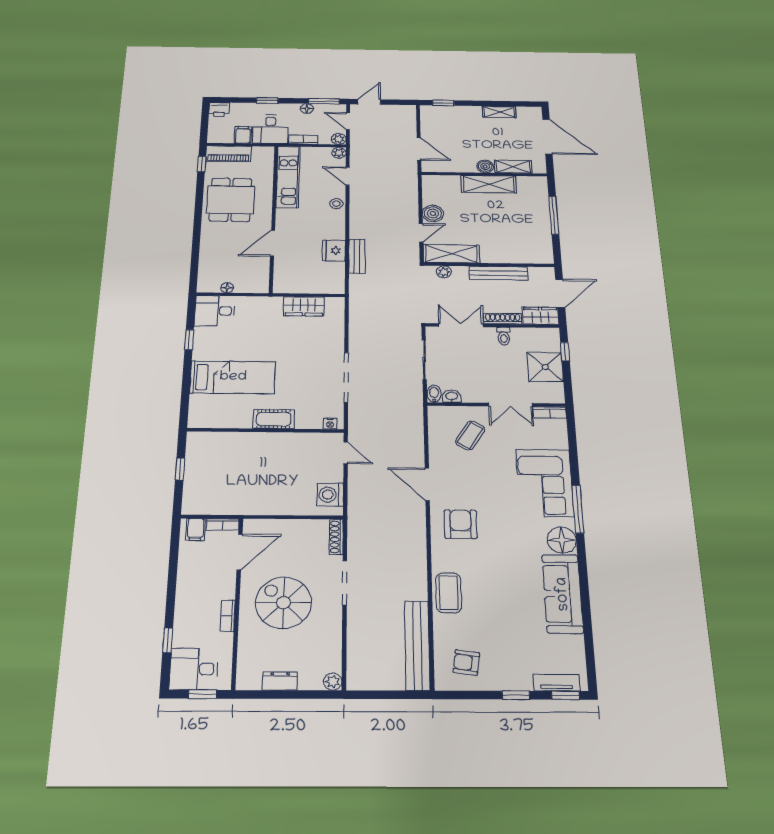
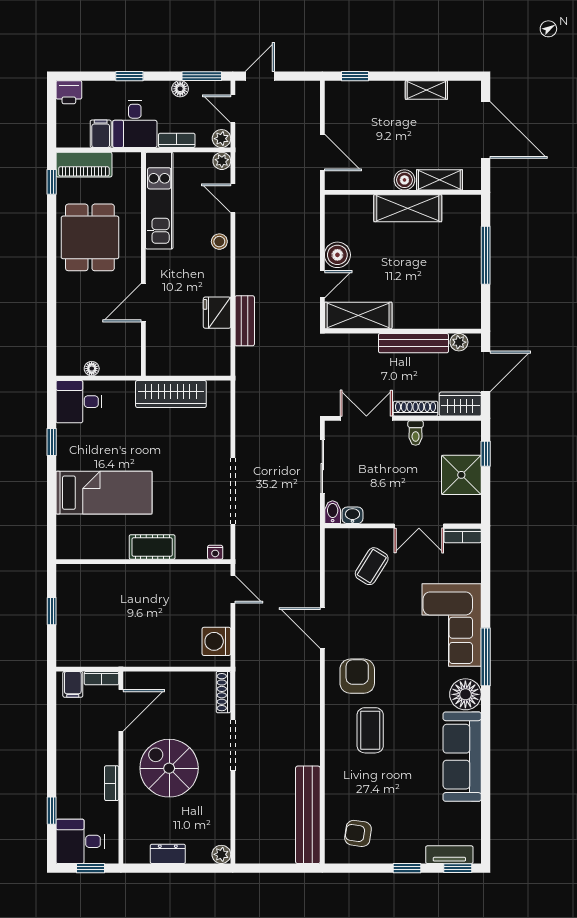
plant: (444, 272) -> (459, 342), moved
wardrobe: (304, 306) -> (171, 394), width x1.50
coffee table: (448, 593) -> (370, 730), moved

